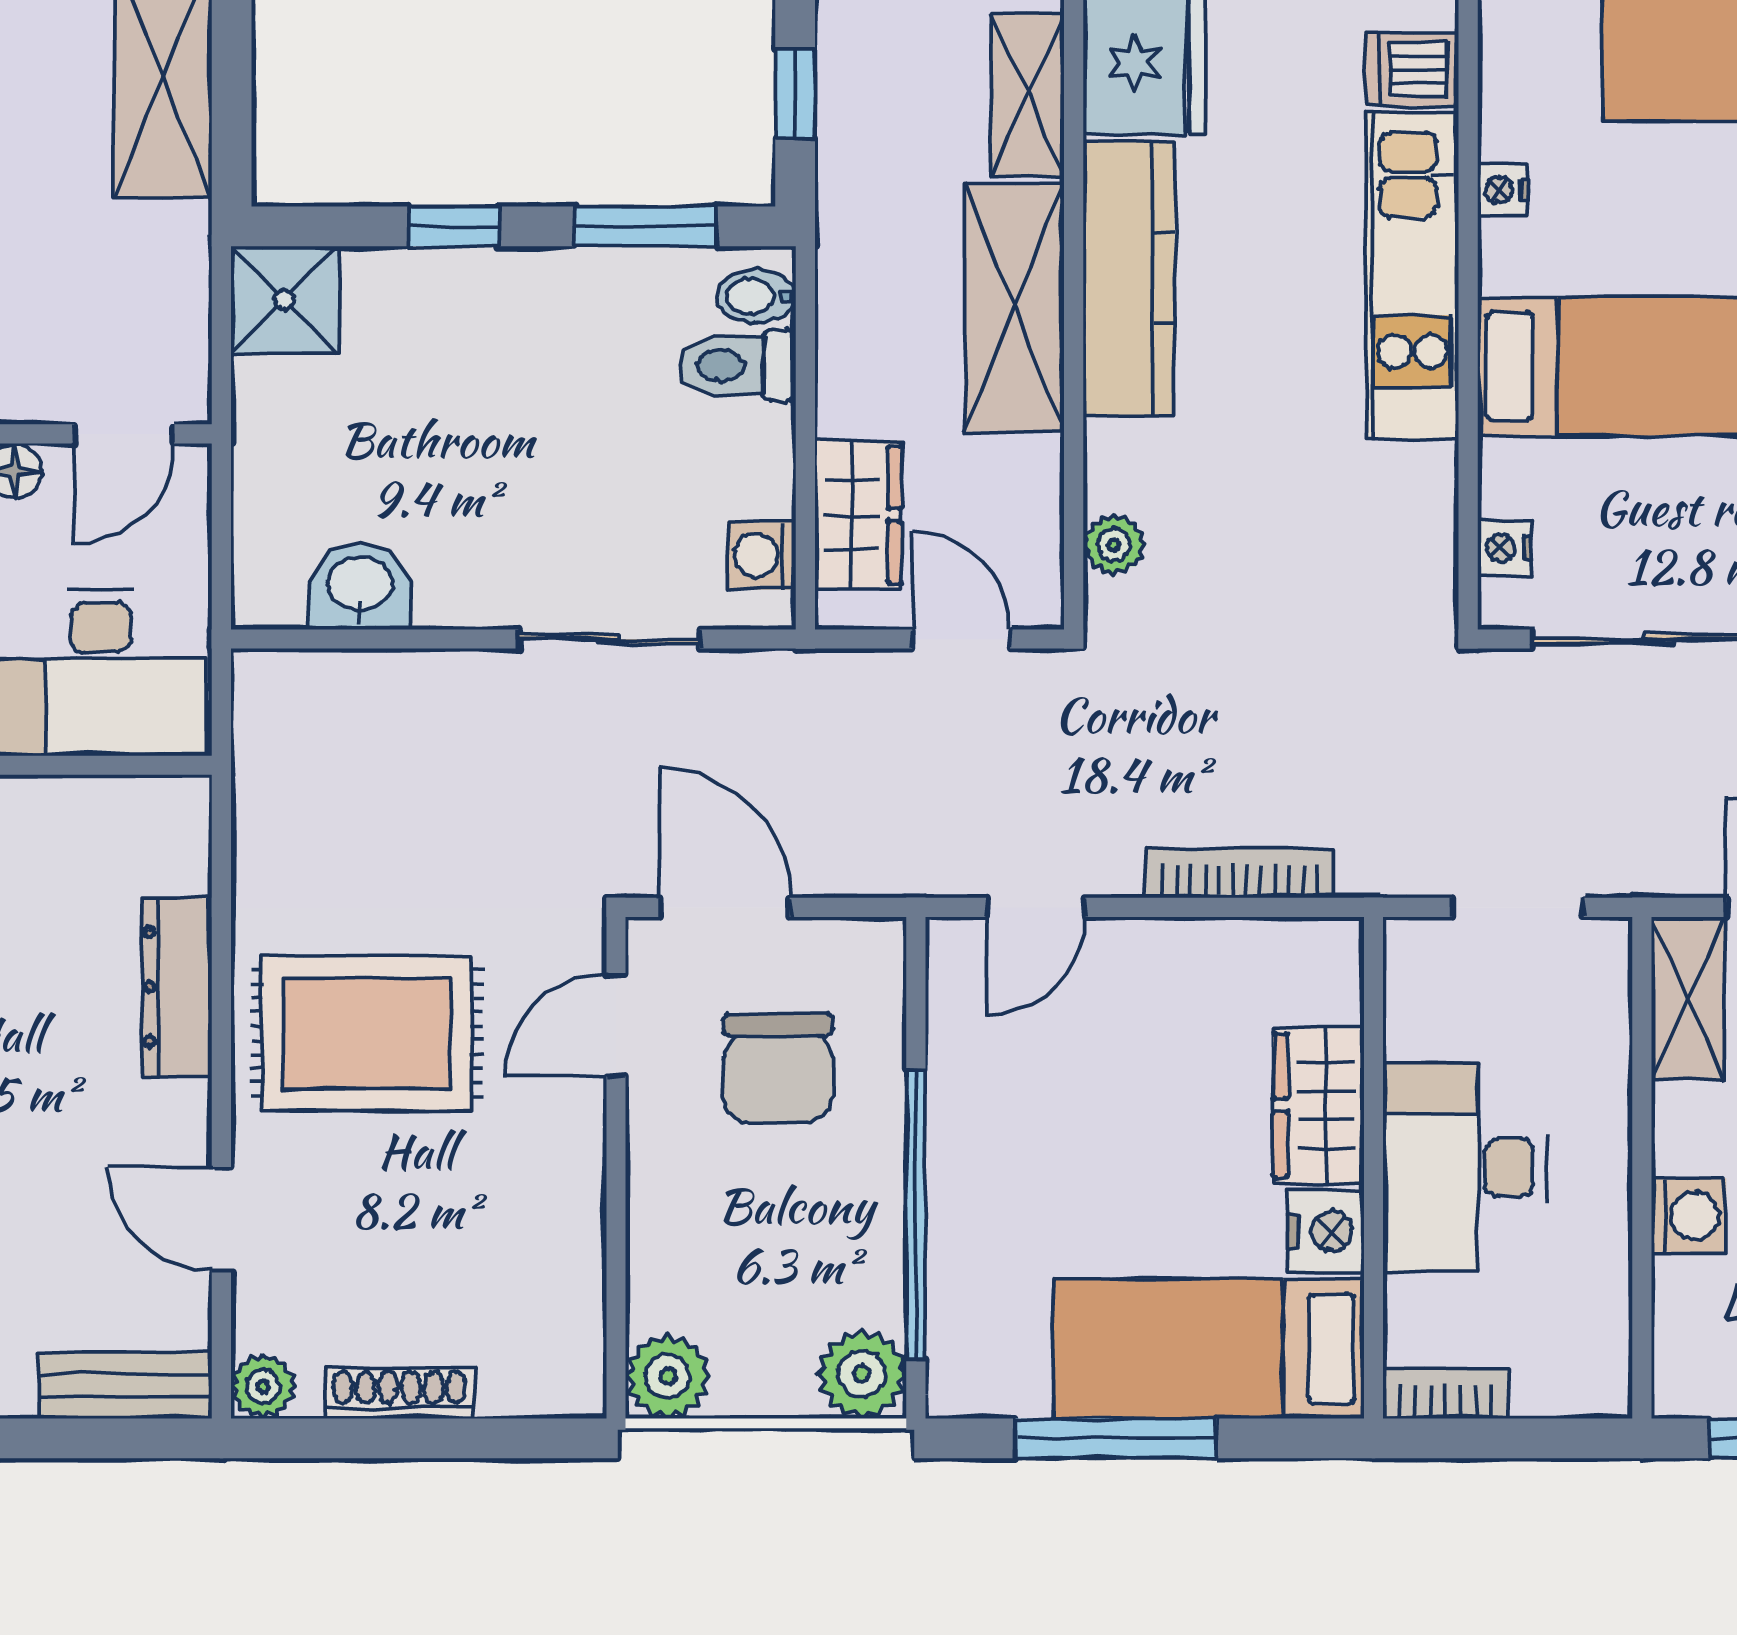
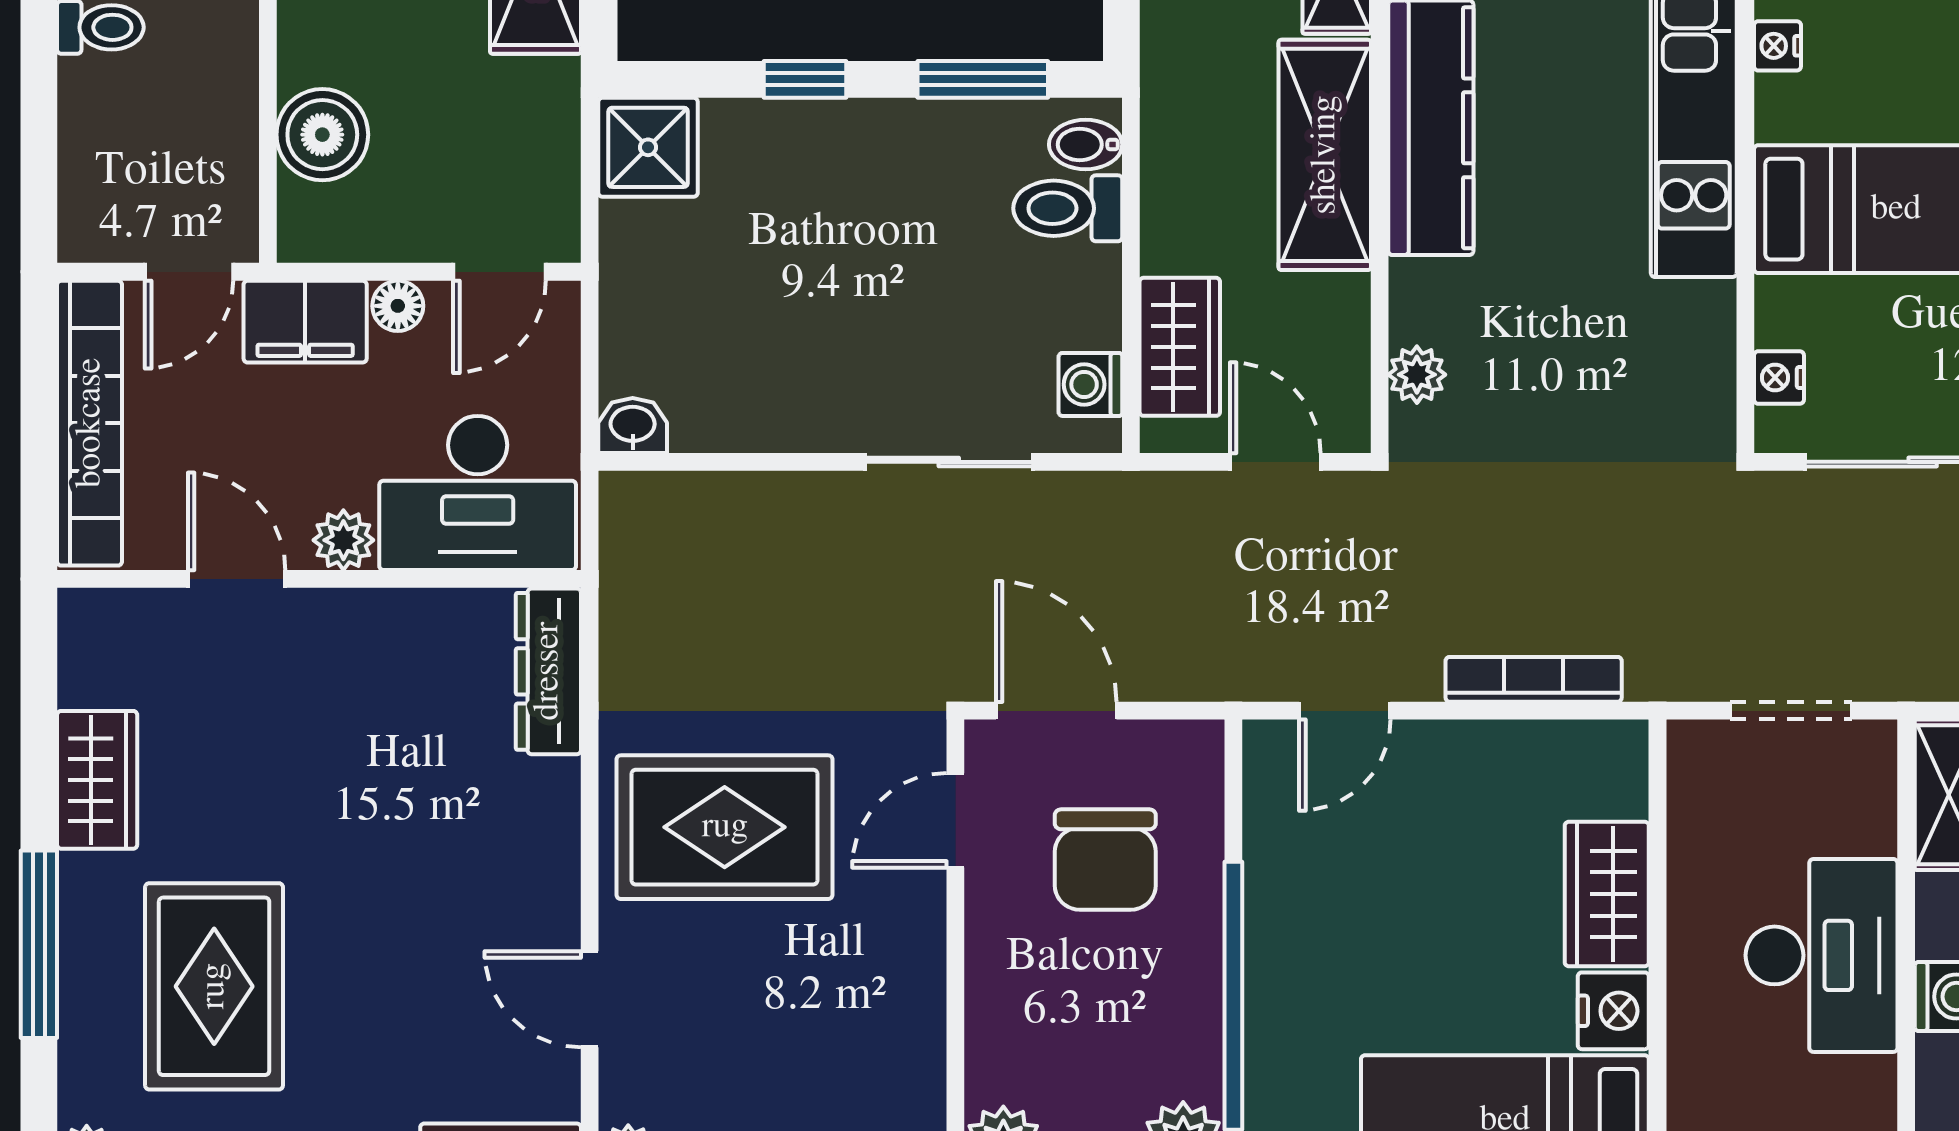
washbasin: (360, 586) -> (633, 425), moved, width x0.72, depth x0.69
dresser: (177, 987) -> (548, 671), moved
desk: (1465, 1168) -> (1822, 955), moved, turned 180

